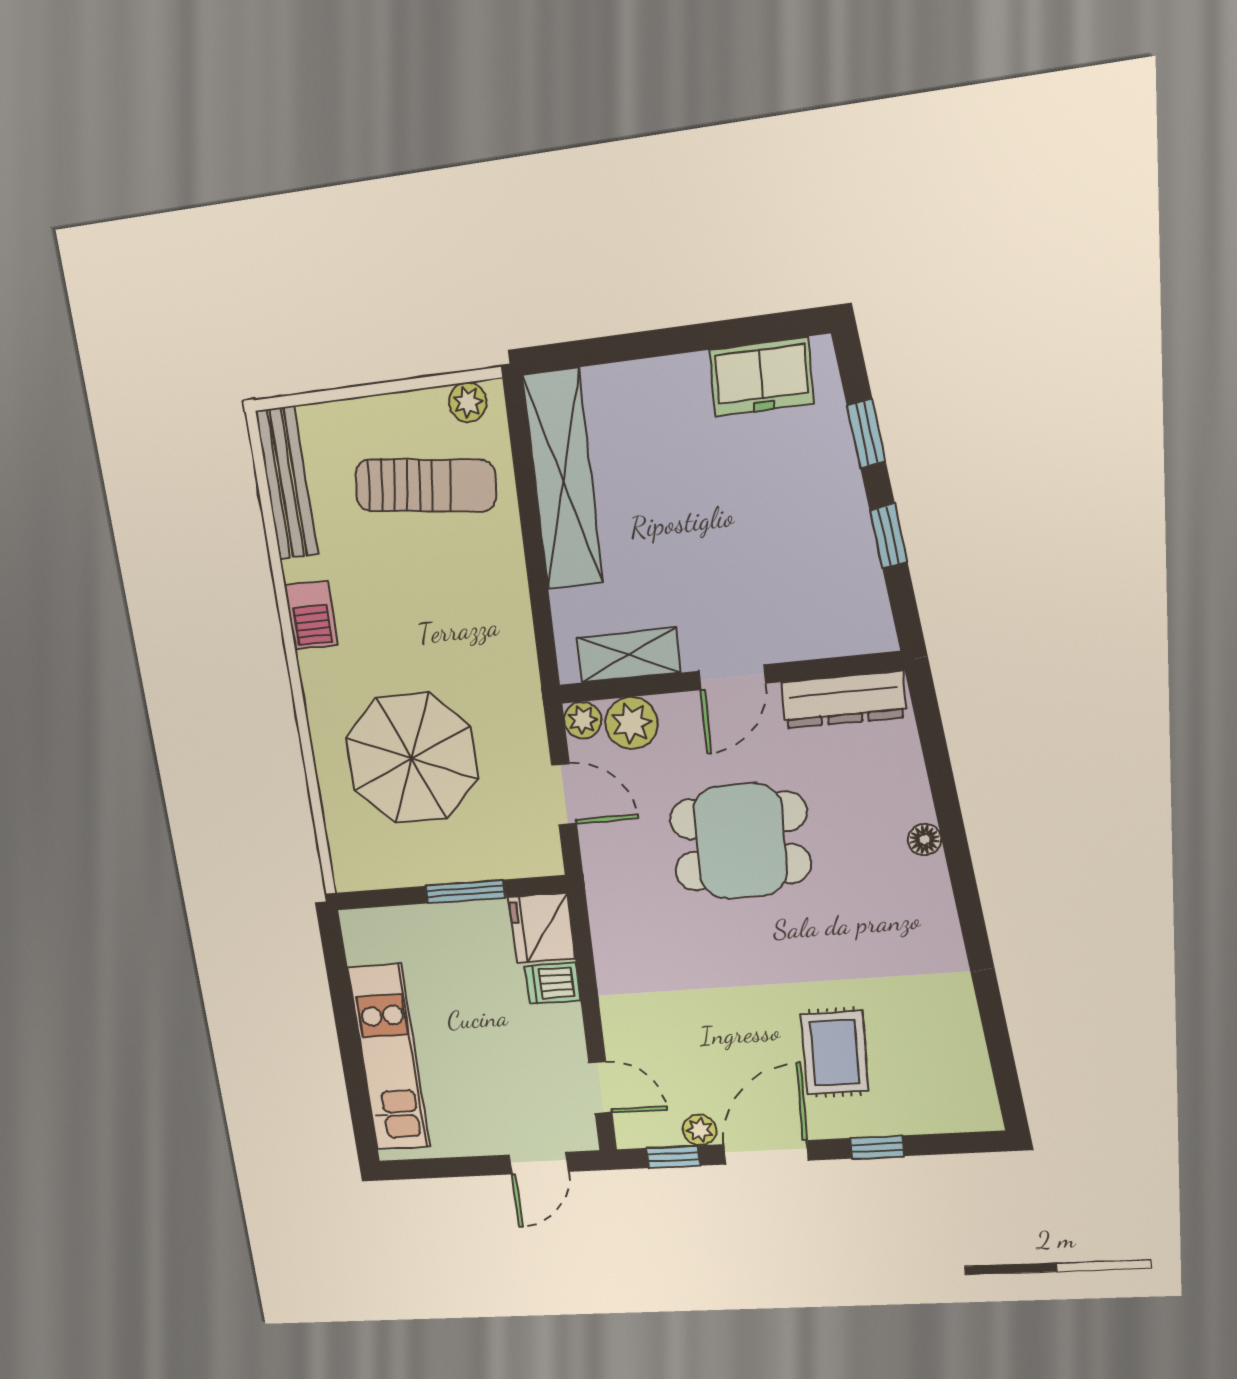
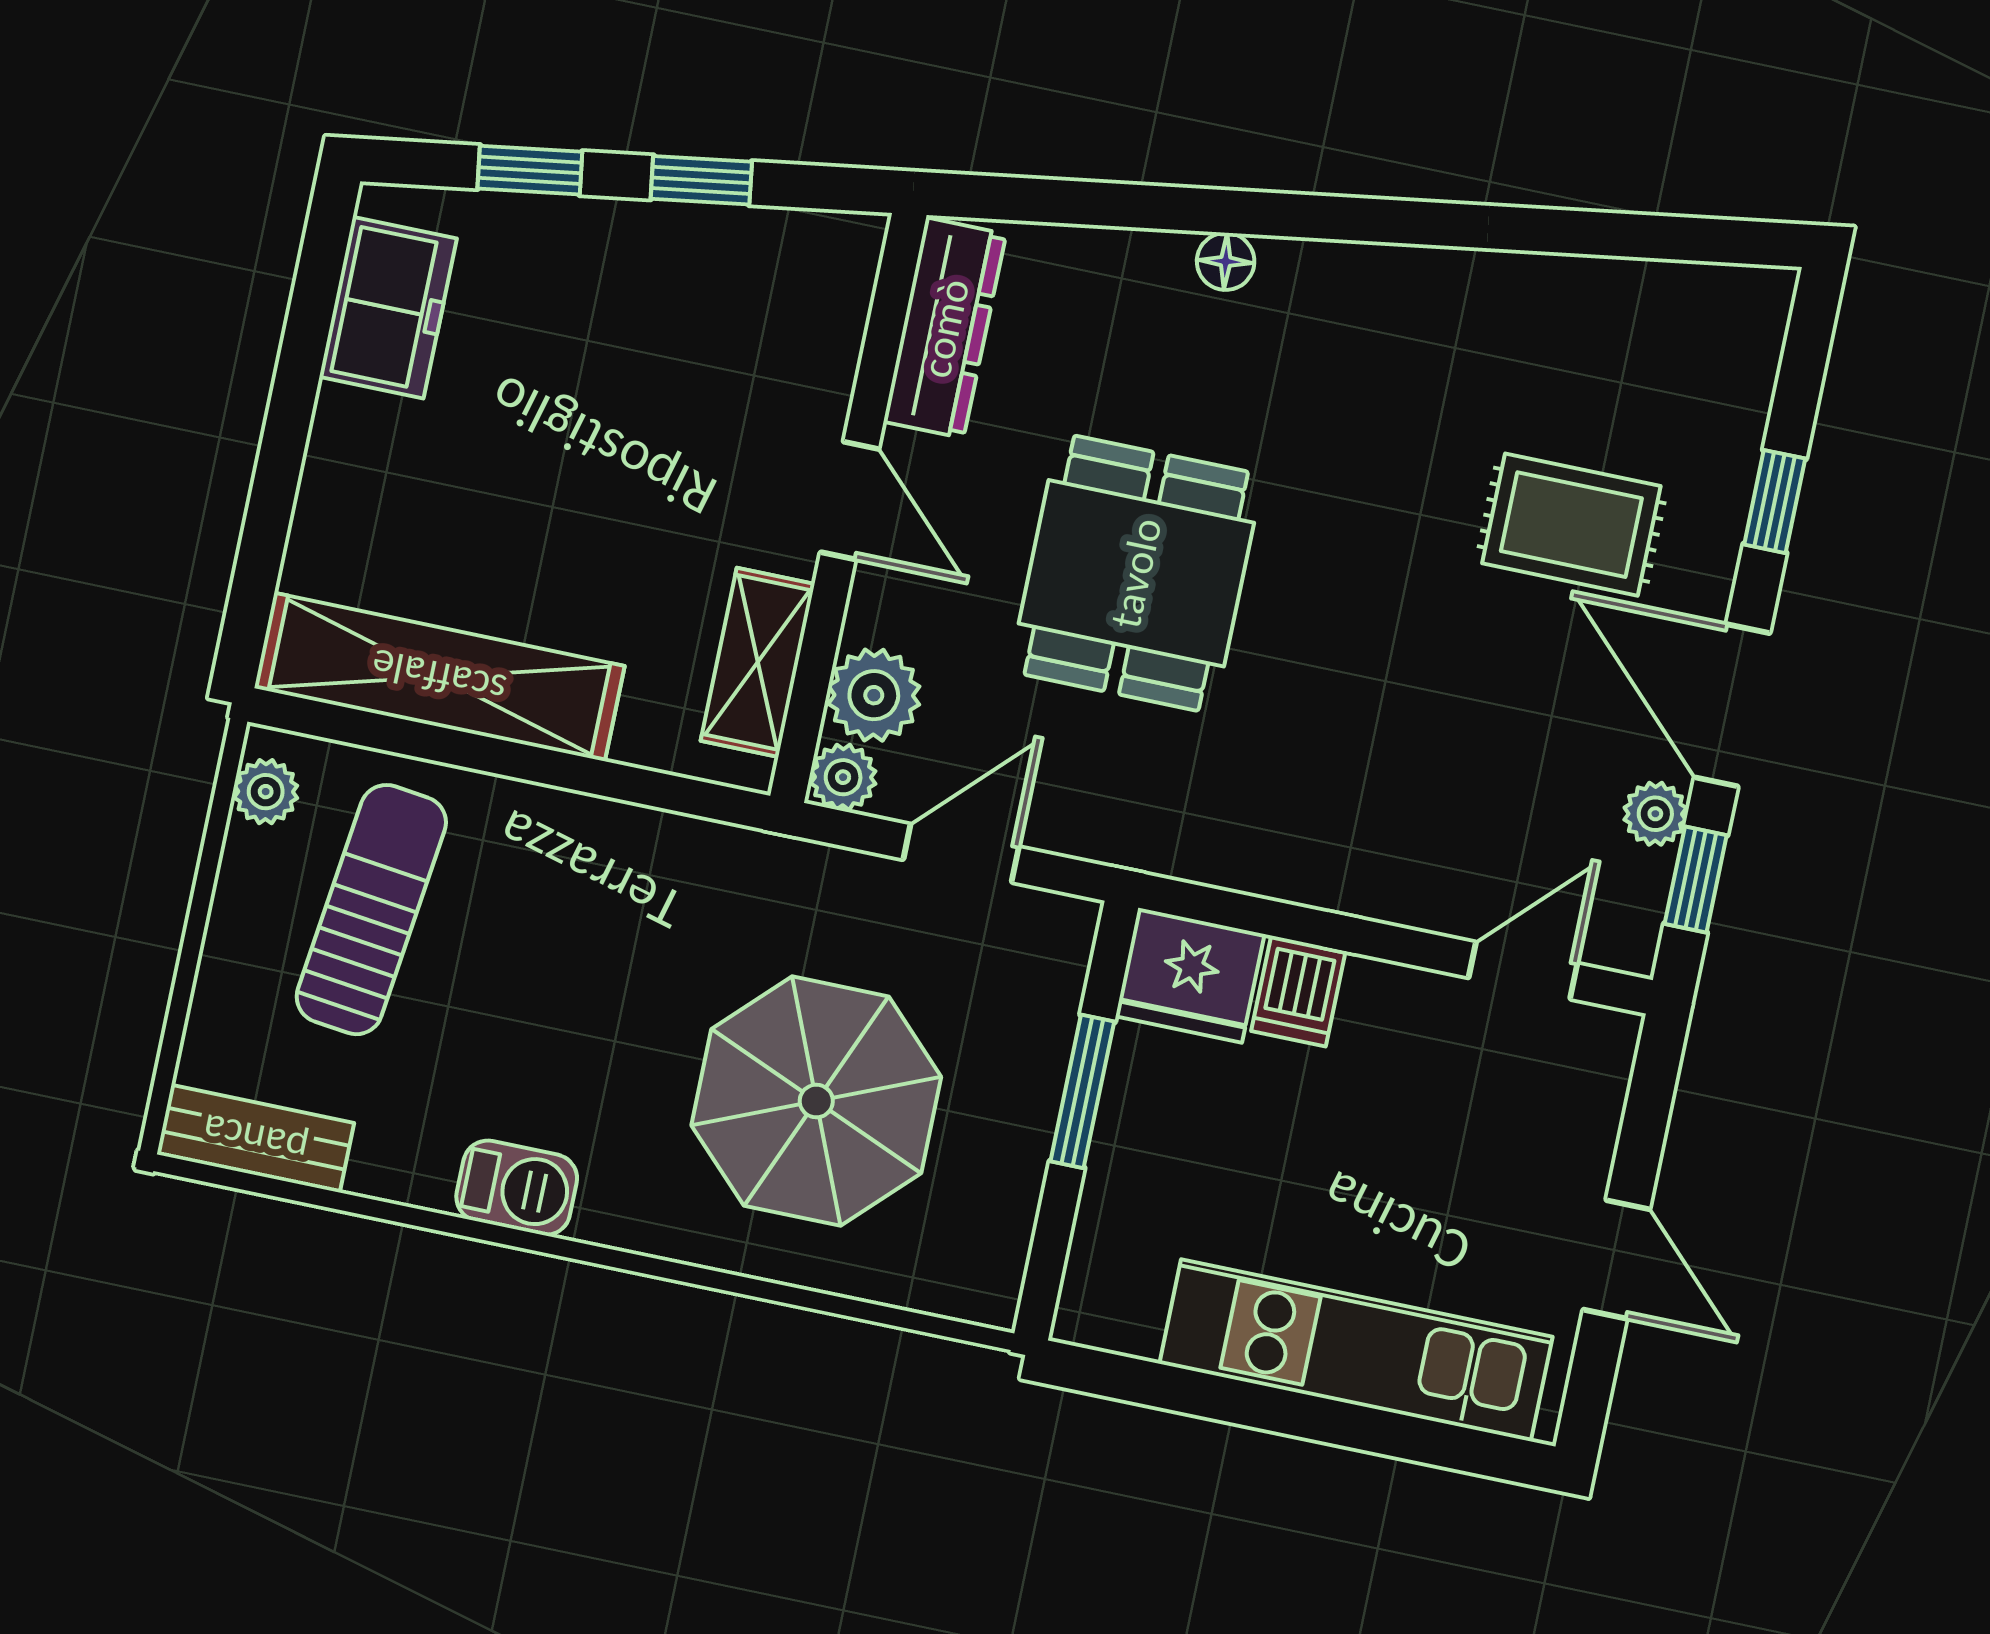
bench: (287, 483) -> (255, 1139), width x0.73
door: (539, 1163) -> (1616, 1259), moved

